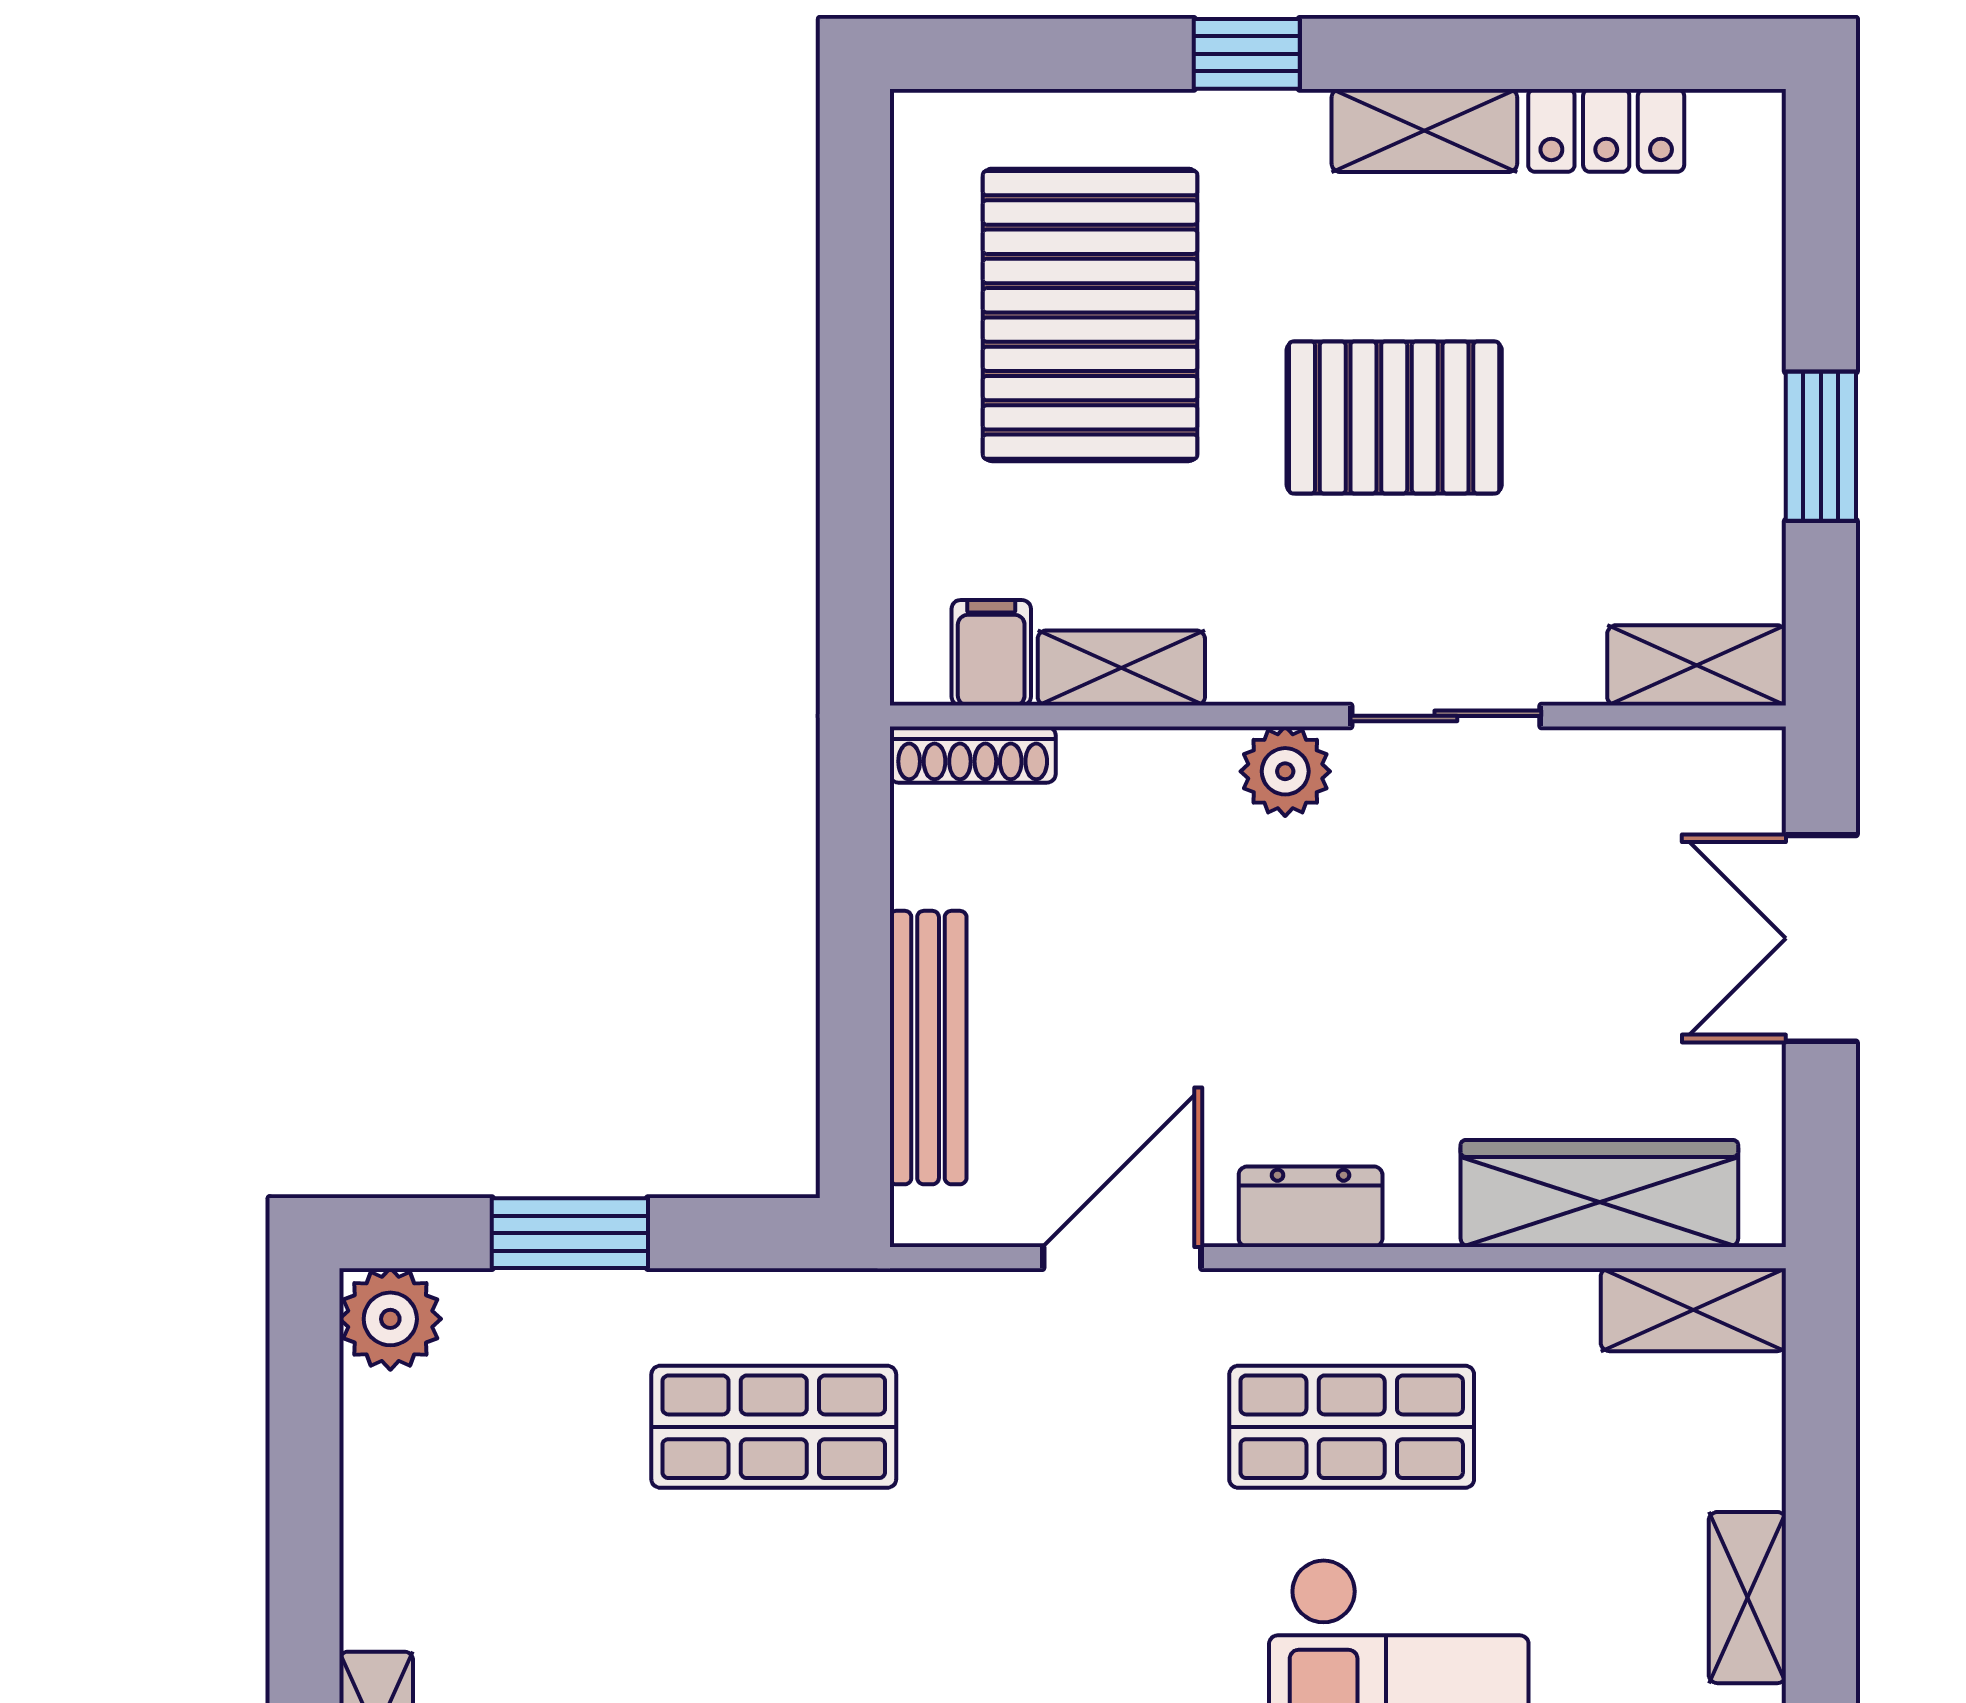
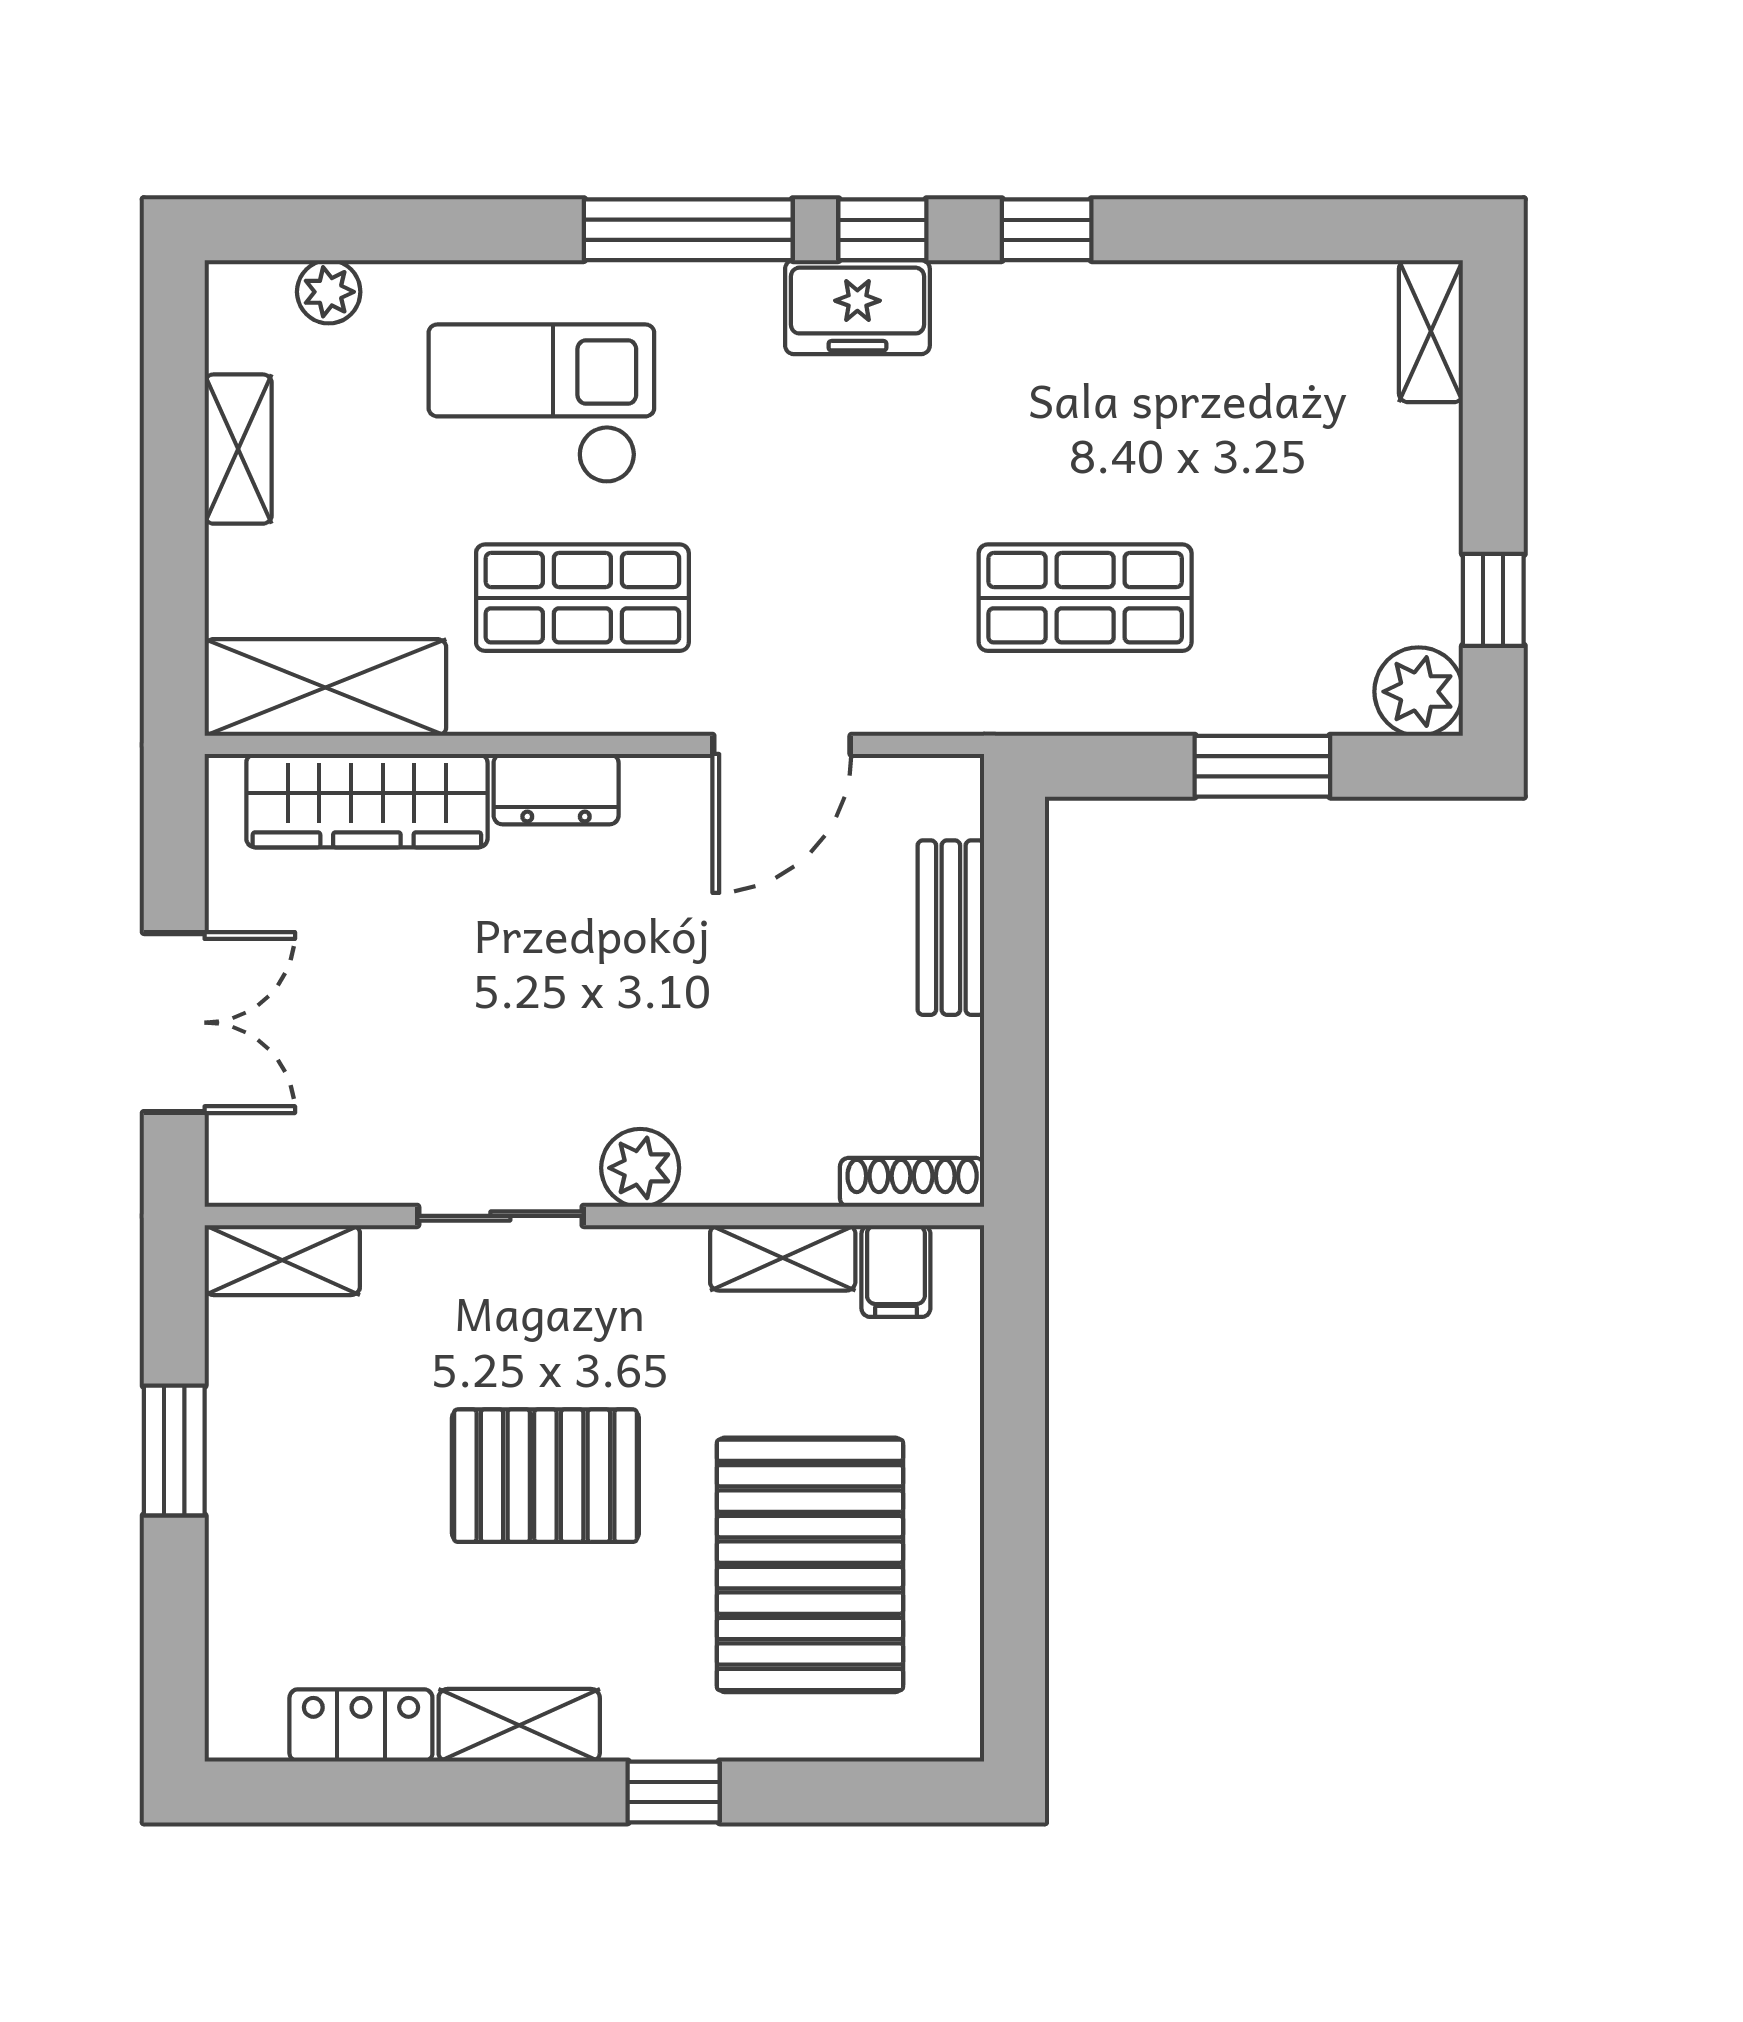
bench: (928, 1048) -> (951, 928), width x0.73
dresser: (1311, 1207) -> (556, 789), moved
shelving: (1693, 1310) -> (325, 687), width x1.50, depth x1.33
window: (305, 1424) -> (1493, 600), added

